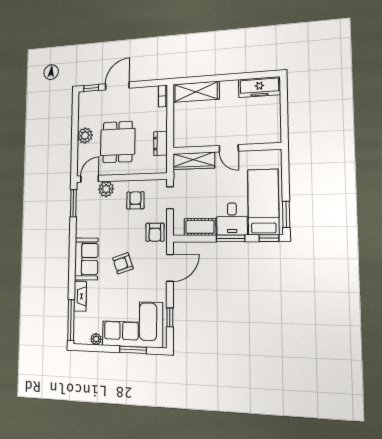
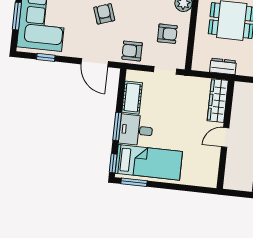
wall: (226, 148) -> (225, 135), moved
door: (229, 148) -> (225, 137), moved
wardrobe: (194, 161) -> (218, 101), moved

